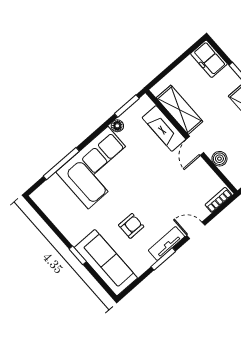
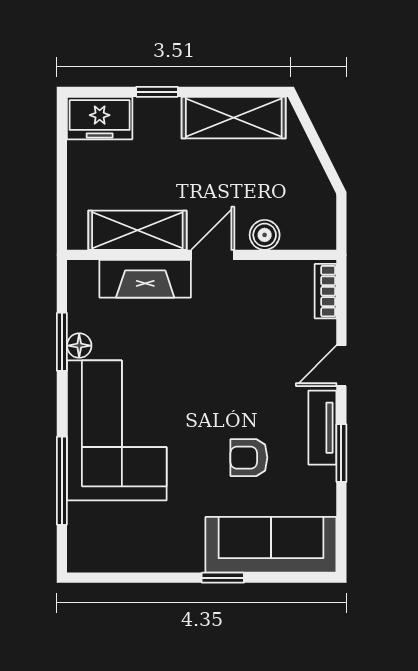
window: (127, 106) -> (62, 342), moved
door: (195, 146) -> (213, 255), swing flipped
armchair: (131, 226) -> (249, 458), turned -90

